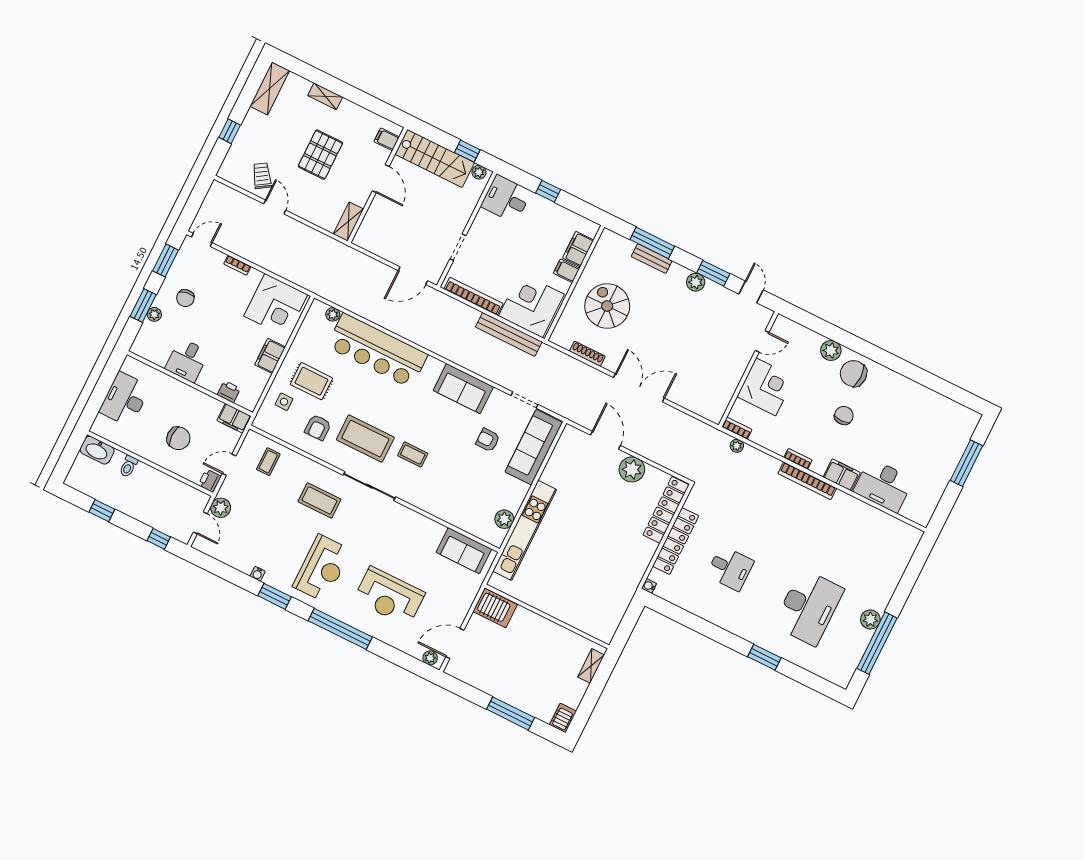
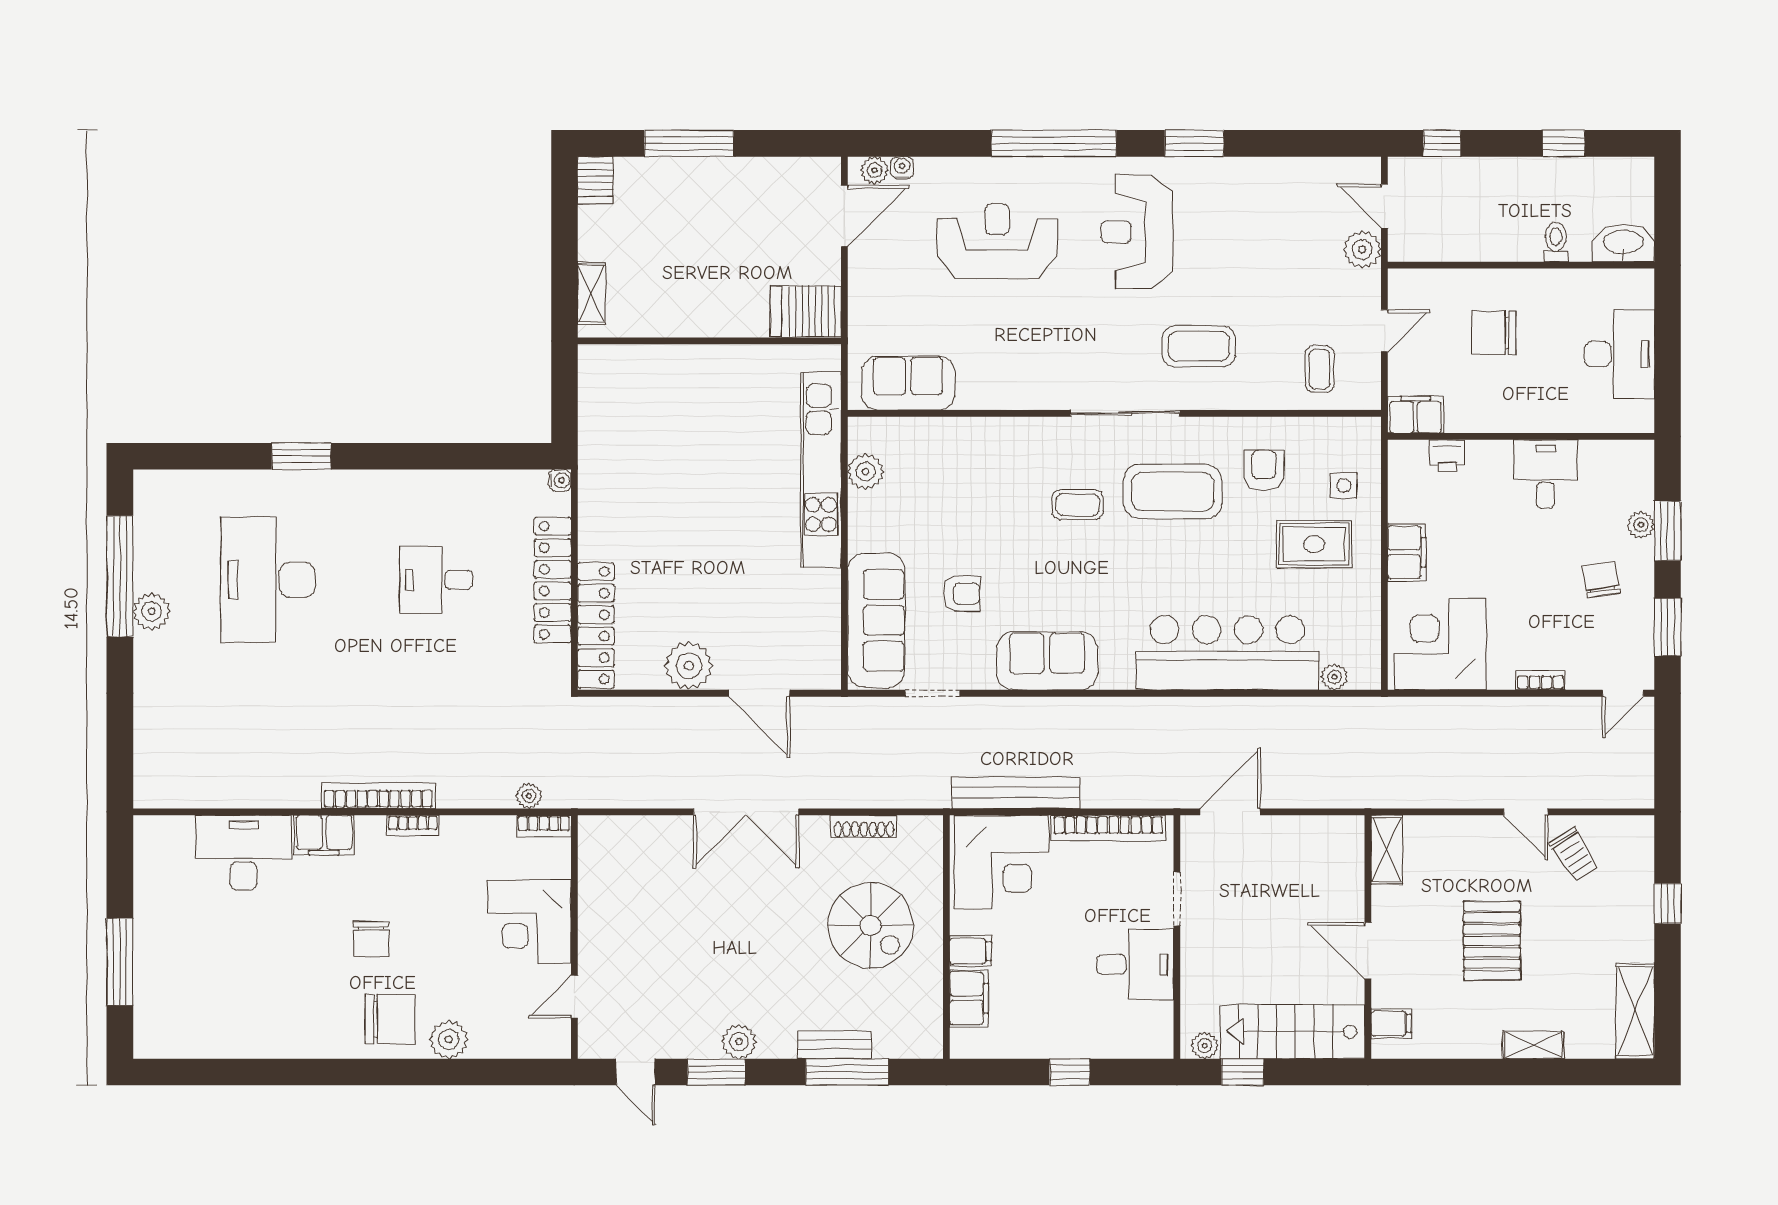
desk: (506, 199) -> (1135, 965), moved
printer: (210, 481) -> (1404, 287), removed
water cooler: (258, 574) -> (902, 168), moved

